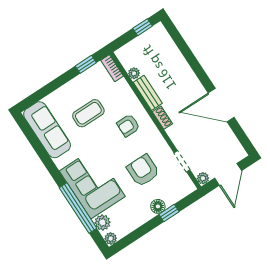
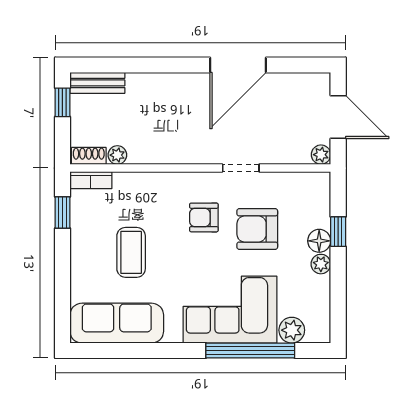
bench: (148, 93) -> (97, 83), moved
shoe rack: (162, 118) -> (89, 156), moved
armchair: (128, 125) -> (204, 217), moved, turned 90
doorway: (182, 161) -> (241, 168), moved
plant: (111, 239) -> (321, 264), moved

